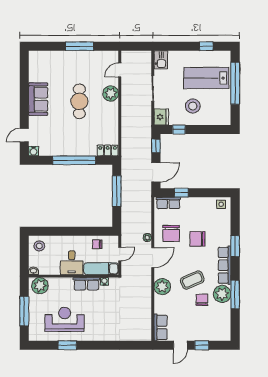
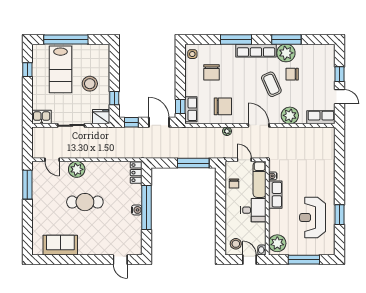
window: (80, 46) -> (27, 185), moved
sofa: (38, 99) -> (60, 245), moved
water cooler: (34, 151) -> (137, 210), moved
window: (117, 191) -> (193, 163), moved
window: (181, 193) -> (180, 106), moved
chair: (197, 239) -> (211, 72), moved
window: (235, 246) -> (236, 39), width x1.44
door: (153, 258) -> (259, 125), moved
door: (24, 259) -> (249, 260), added
plant: (162, 287) -> (290, 115), moved

